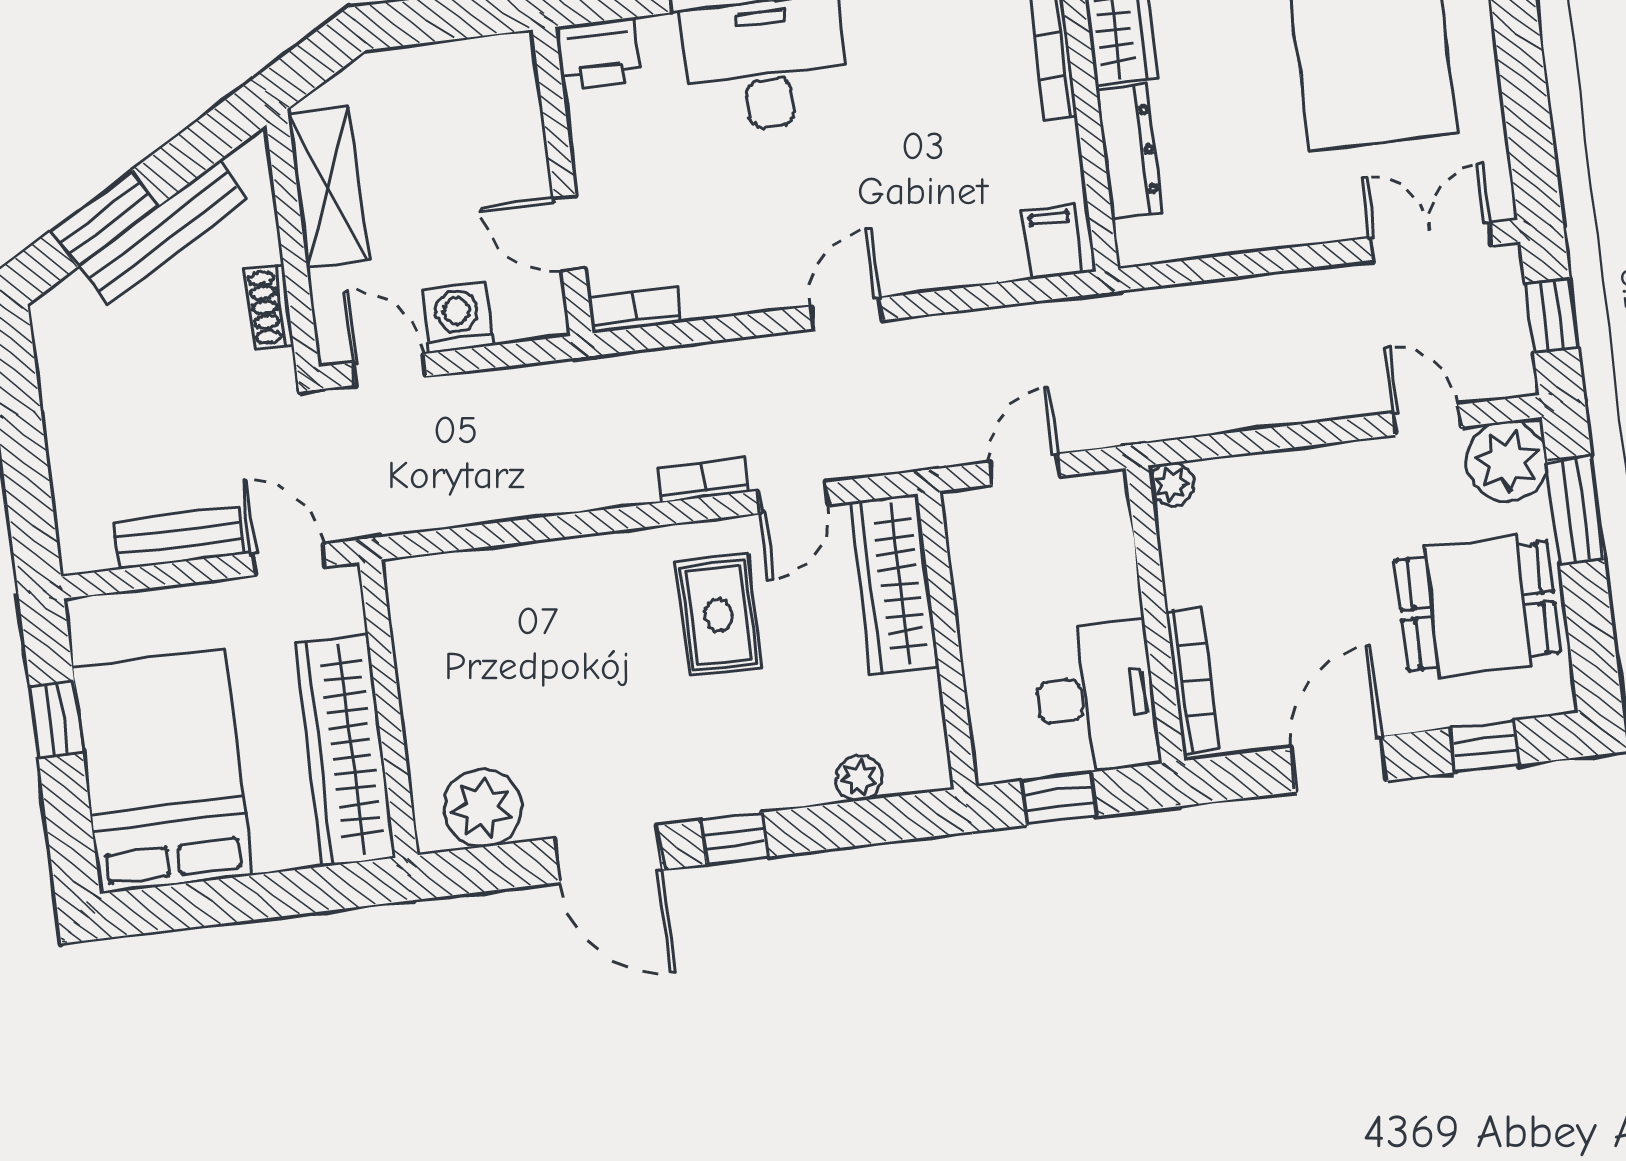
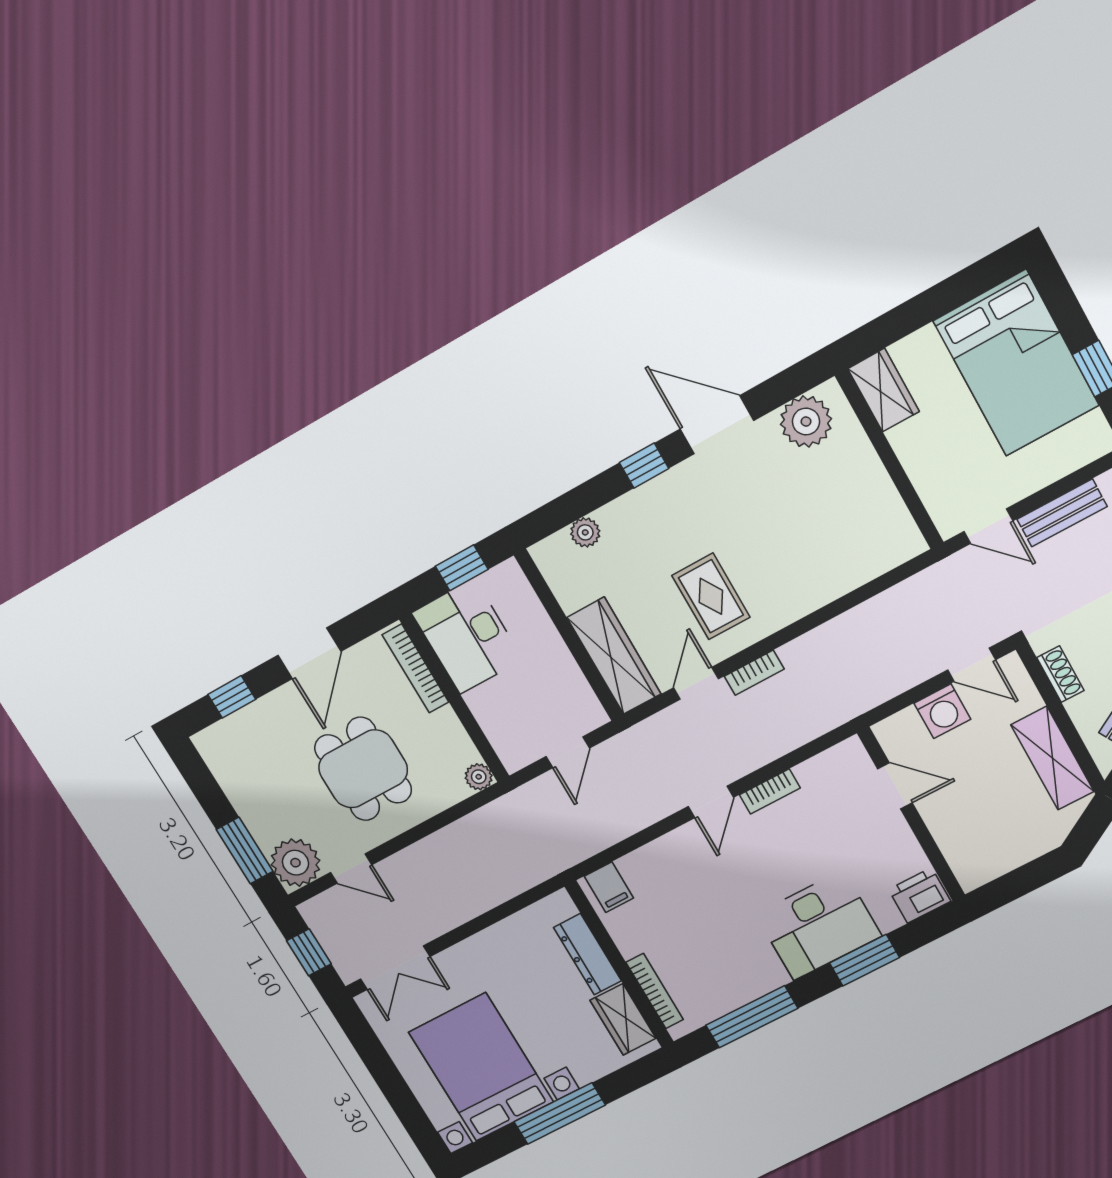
bookcase: (634, 310) -> (770, 791), moved
dining table: (1478, 606) -> (363, 769), moved, turned 90
wardrobe: (345, 750) -> (884, 390), width x0.48, depth x0.85

